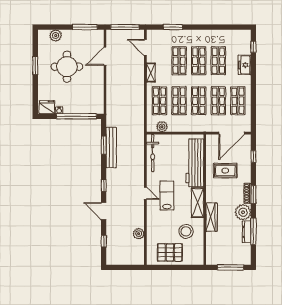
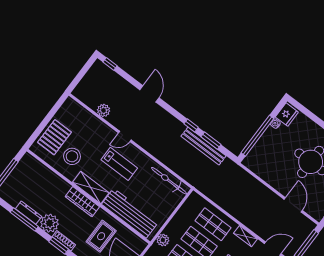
plant: (162, 127) -> (163, 240), moved
window: (104, 185) -> (191, 125), moved
door: (145, 193) -> (125, 136), moved
door: (104, 211) -> (149, 94), hinge flipped
wardrobe: (211, 217) -> (82, 202), moved
window: (104, 241) -> (110, 64), moved
pallet: (170, 252) -> (54, 137), moved

